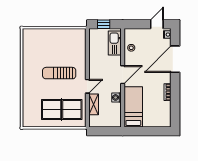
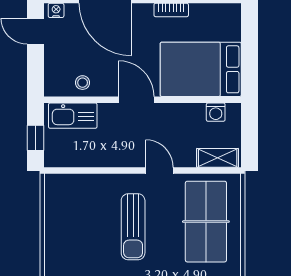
washing machine: (116, 97) -> (216, 112), moved
shelving: (94, 104) -> (218, 158), moved
bed: (133, 107) -> (201, 69), width x1.50

